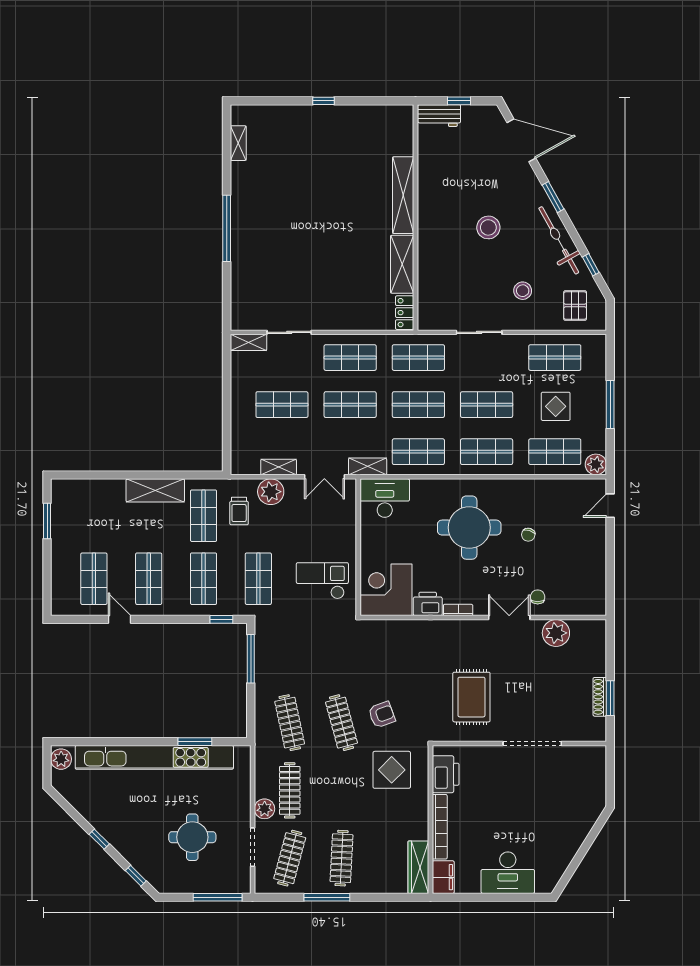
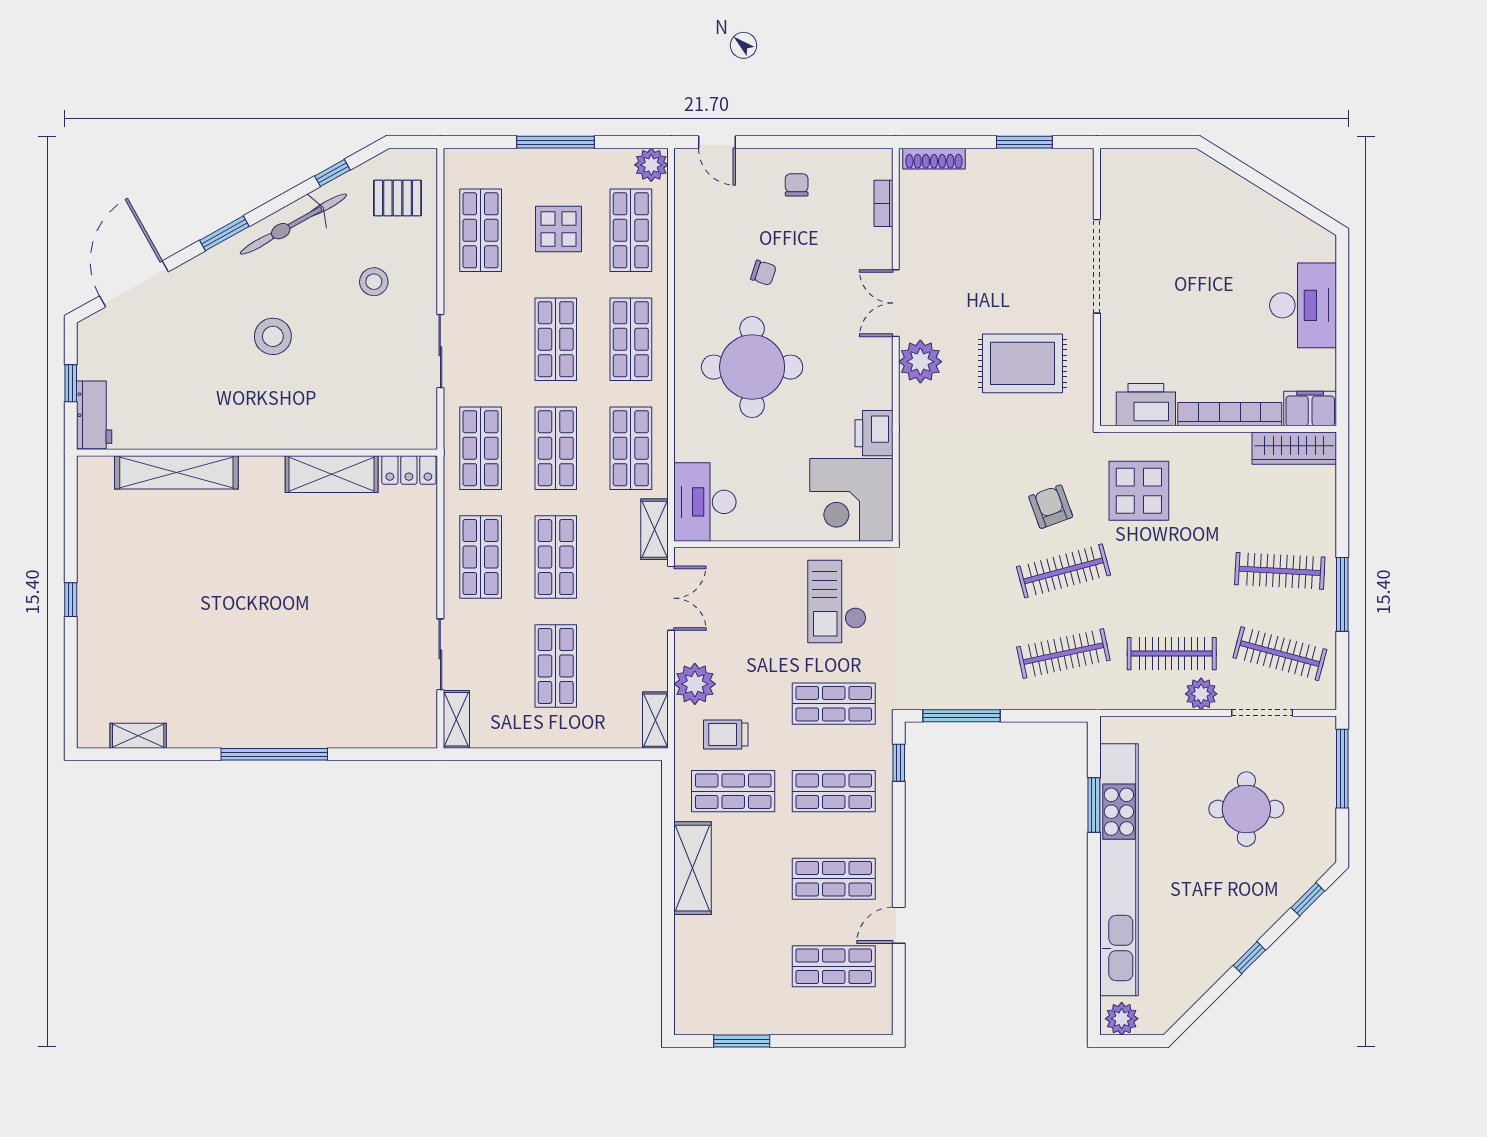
shelving: (403, 195) -> (176, 472), moved
shelving: (279, 467) -> (655, 720), moved
trolley: (239, 511) -> (726, 734), turned 180
chair: (538, 597) -> (797, 185), moved, turned 90
bookcase: (458, 610) -> (884, 203), moved
plant: (556, 633) -> (920, 362), moved
shoe rack: (600, 697) -> (934, 159), moved

